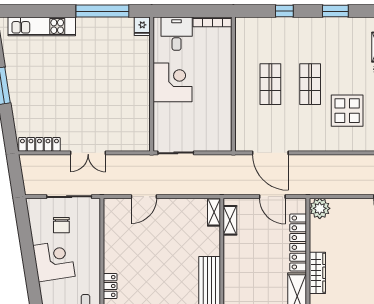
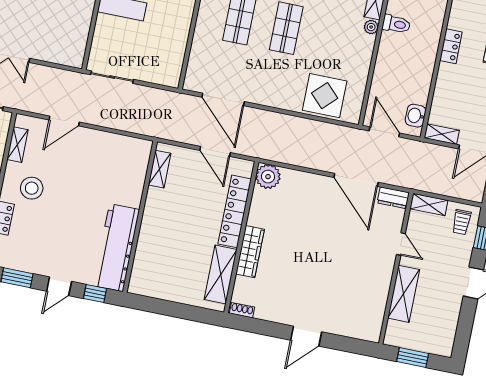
display table: (347, 111) -> (325, 96), moved
shelving: (214, 212) -> (17, 145), moved
stool: (128, 257) -> (32, 188), added

